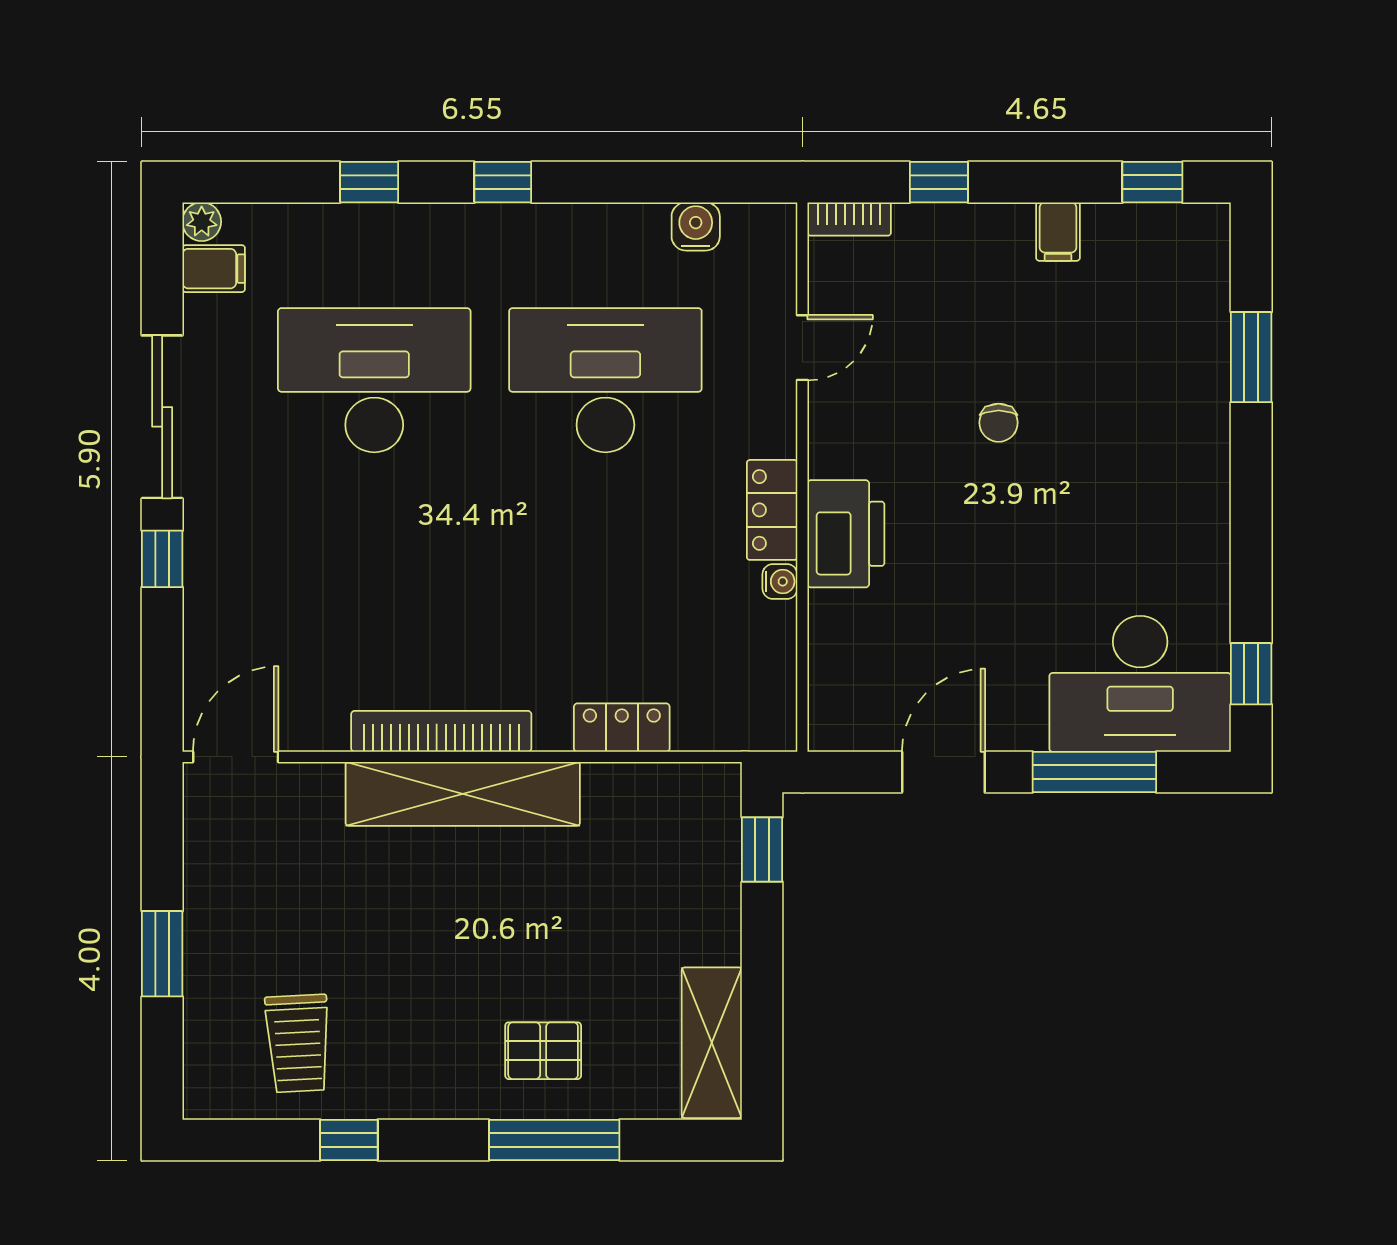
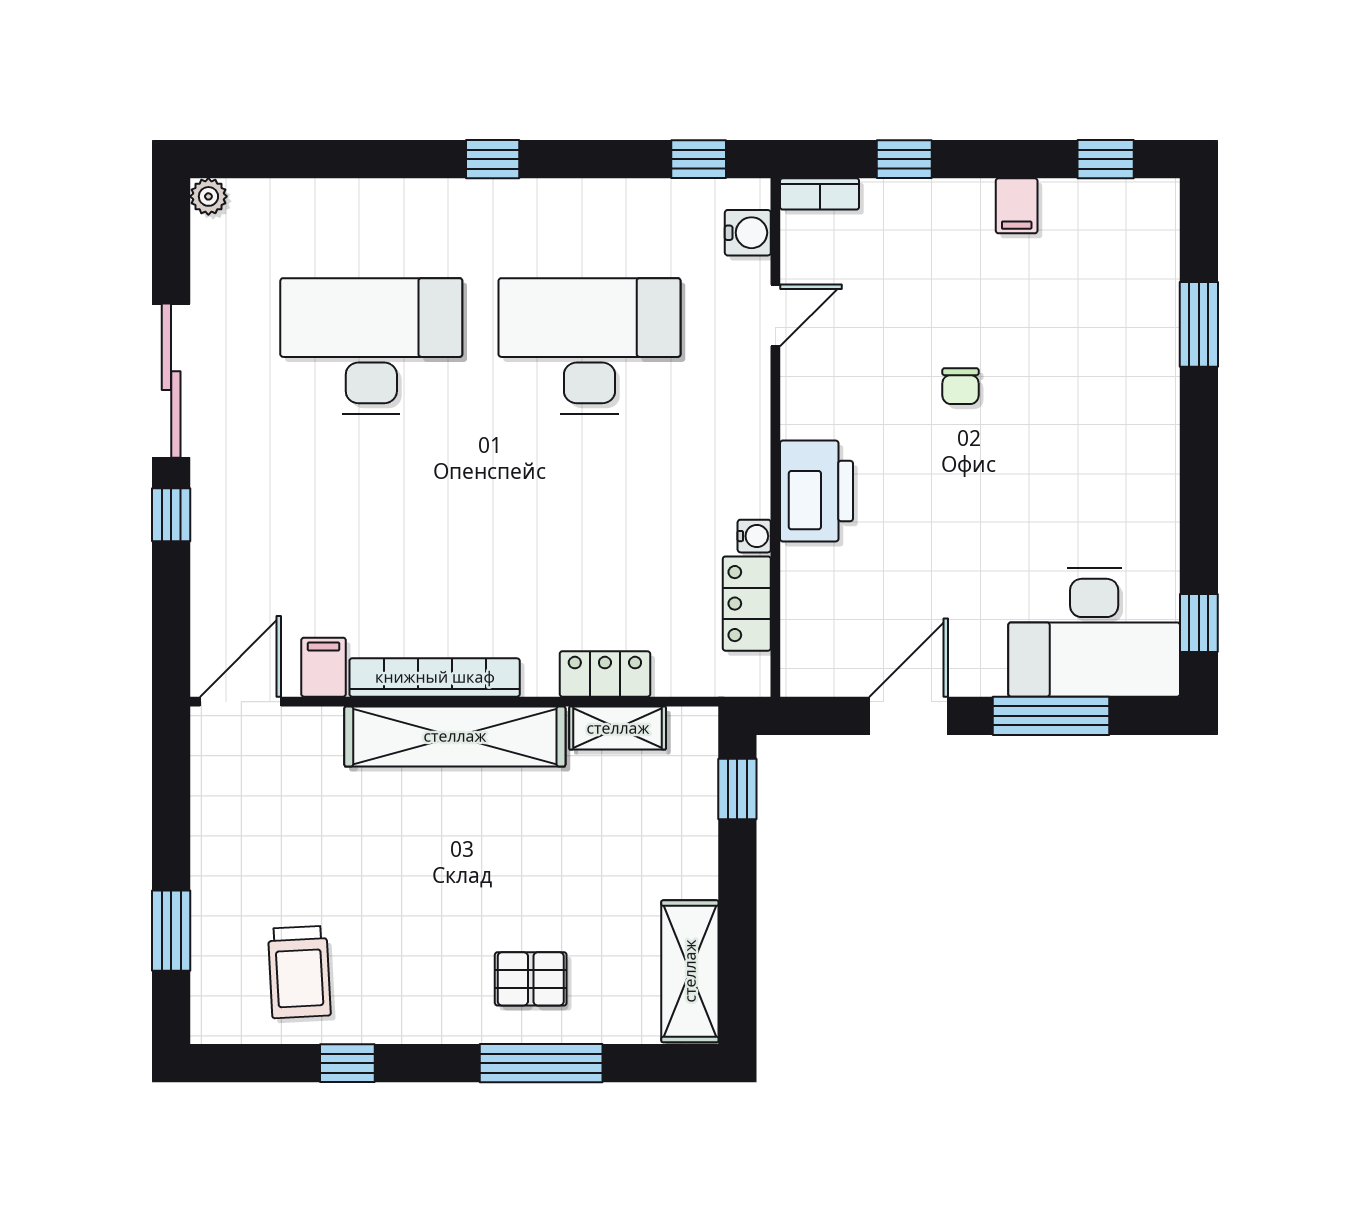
window: (369, 182) -> (699, 159), moved
water cooler: (696, 226) -> (748, 233), moved, turned 90
filing cabinet: (214, 269) -> (324, 667), moved, turned -90
locker: (772, 510) -> (747, 604), moved
shelving: (635, 785) -> (618, 728), added
window: (162, 954) -> (171, 931), moved

